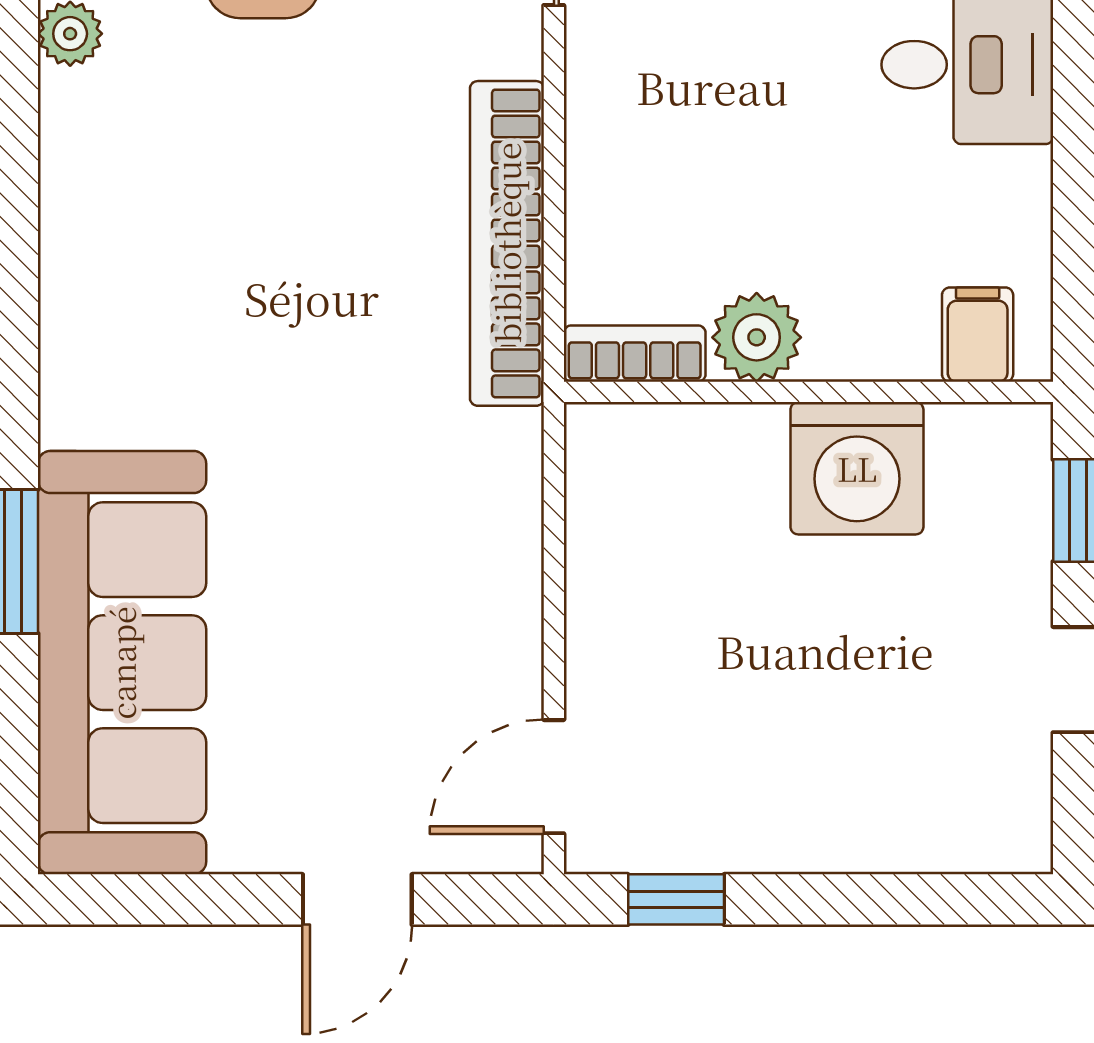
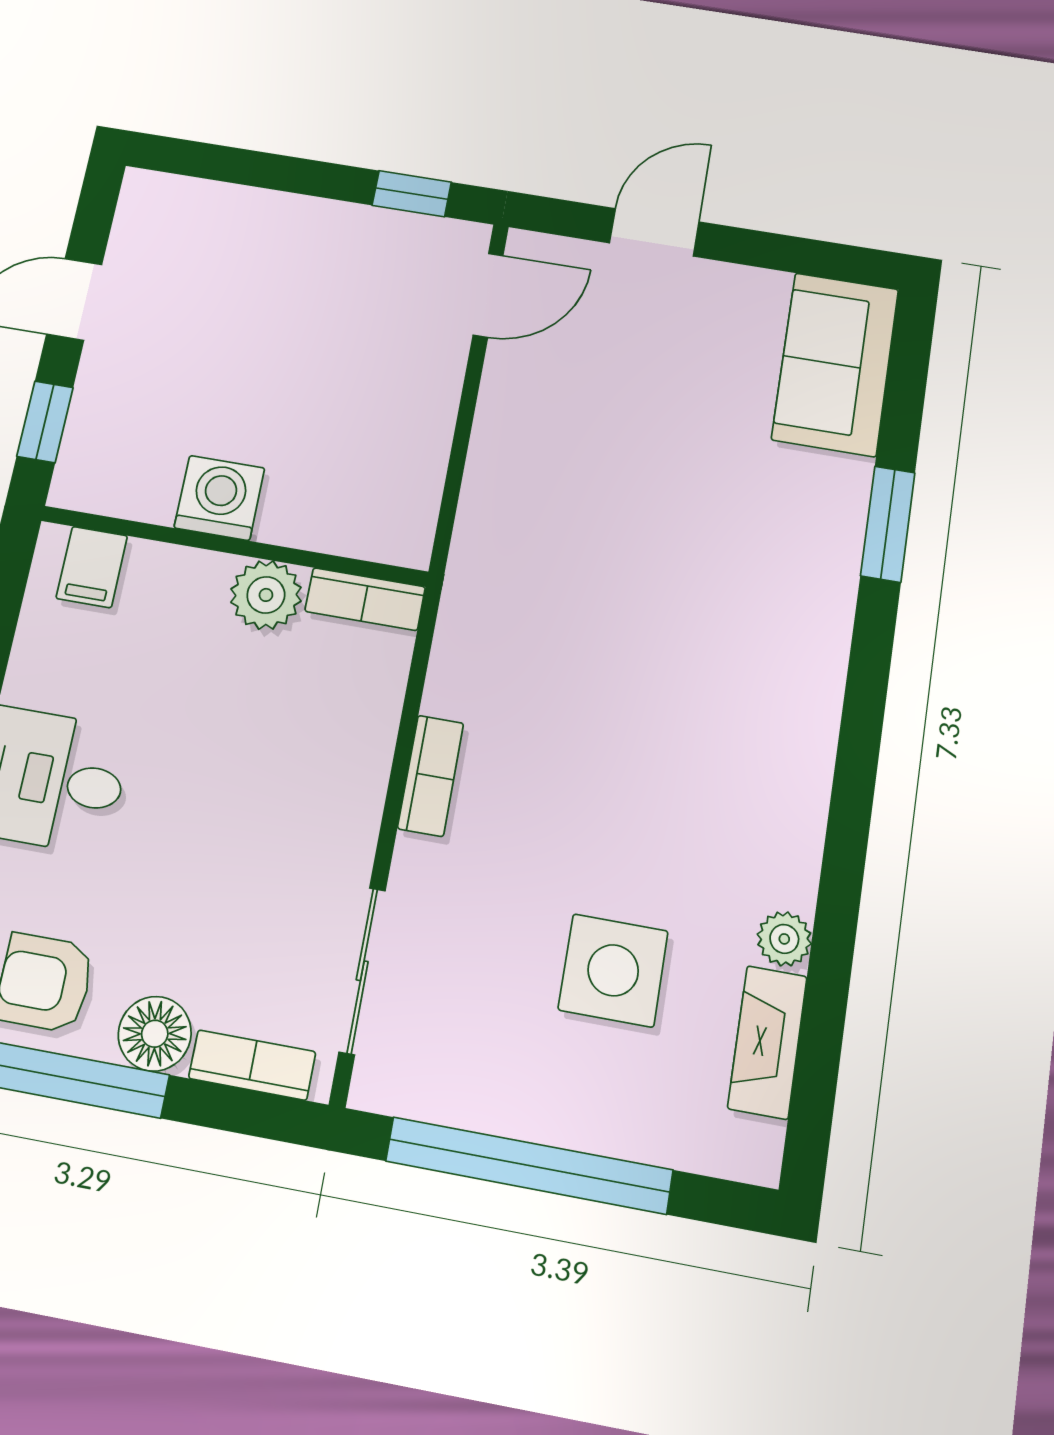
bookcase: (507, 243) -> (431, 776), width x0.43, depth x0.76
washing machine: (857, 468) -> (219, 498), width x0.73, depth x0.73
sofa: (122, 663) -> (835, 364), width x0.54, depth x0.79

